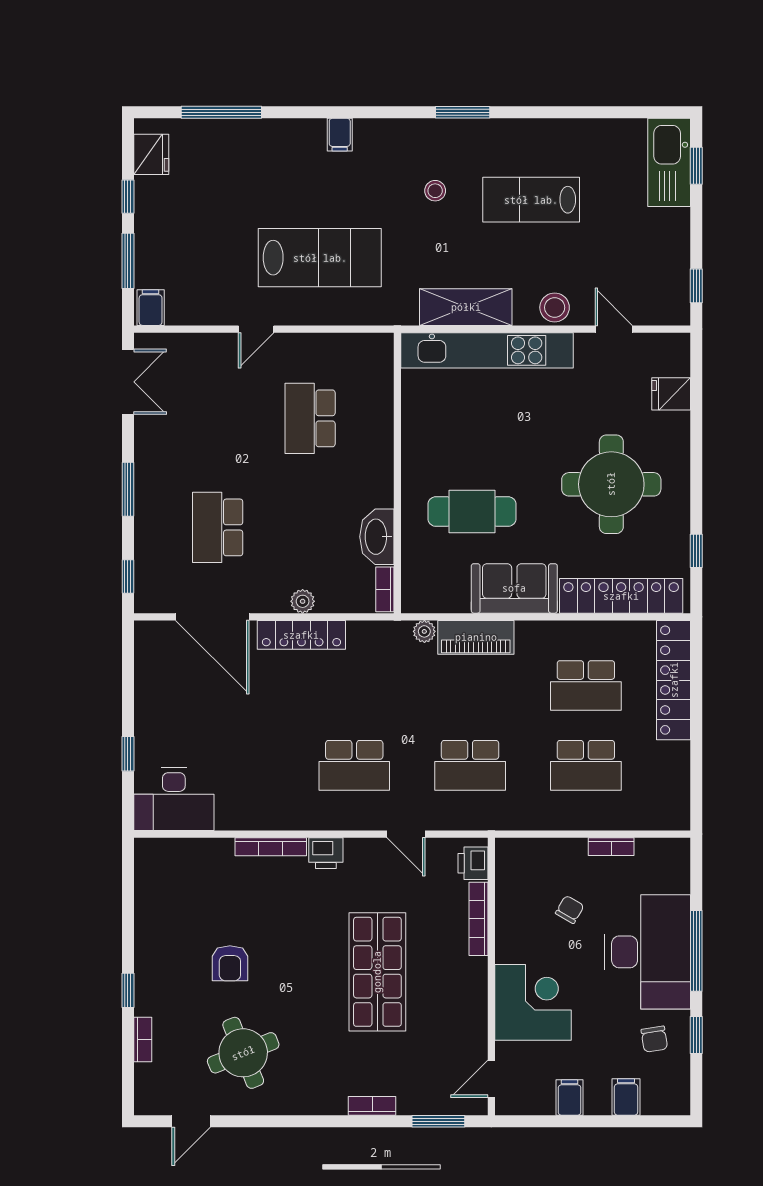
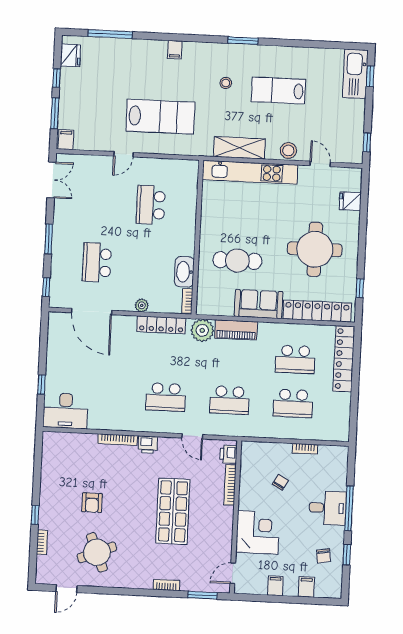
plant: (424, 631) -> (202, 330), width x1.87, depth x1.87
locker: (301, 635) -> (161, 325), moved
desk: (648, 952) -> (328, 508), width x0.53, depth x0.77

